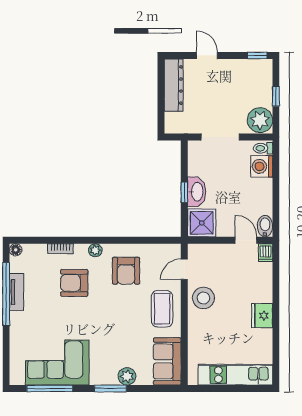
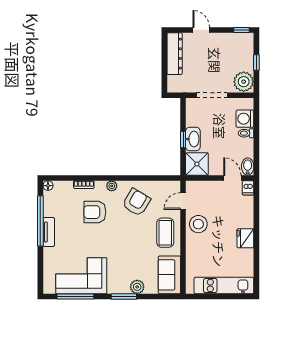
toilet: (263, 148) -> (246, 133), moved
armchair: (126, 271) -> (136, 202), turned -149
tv unit: (17, 292) -> (49, 232), moved

